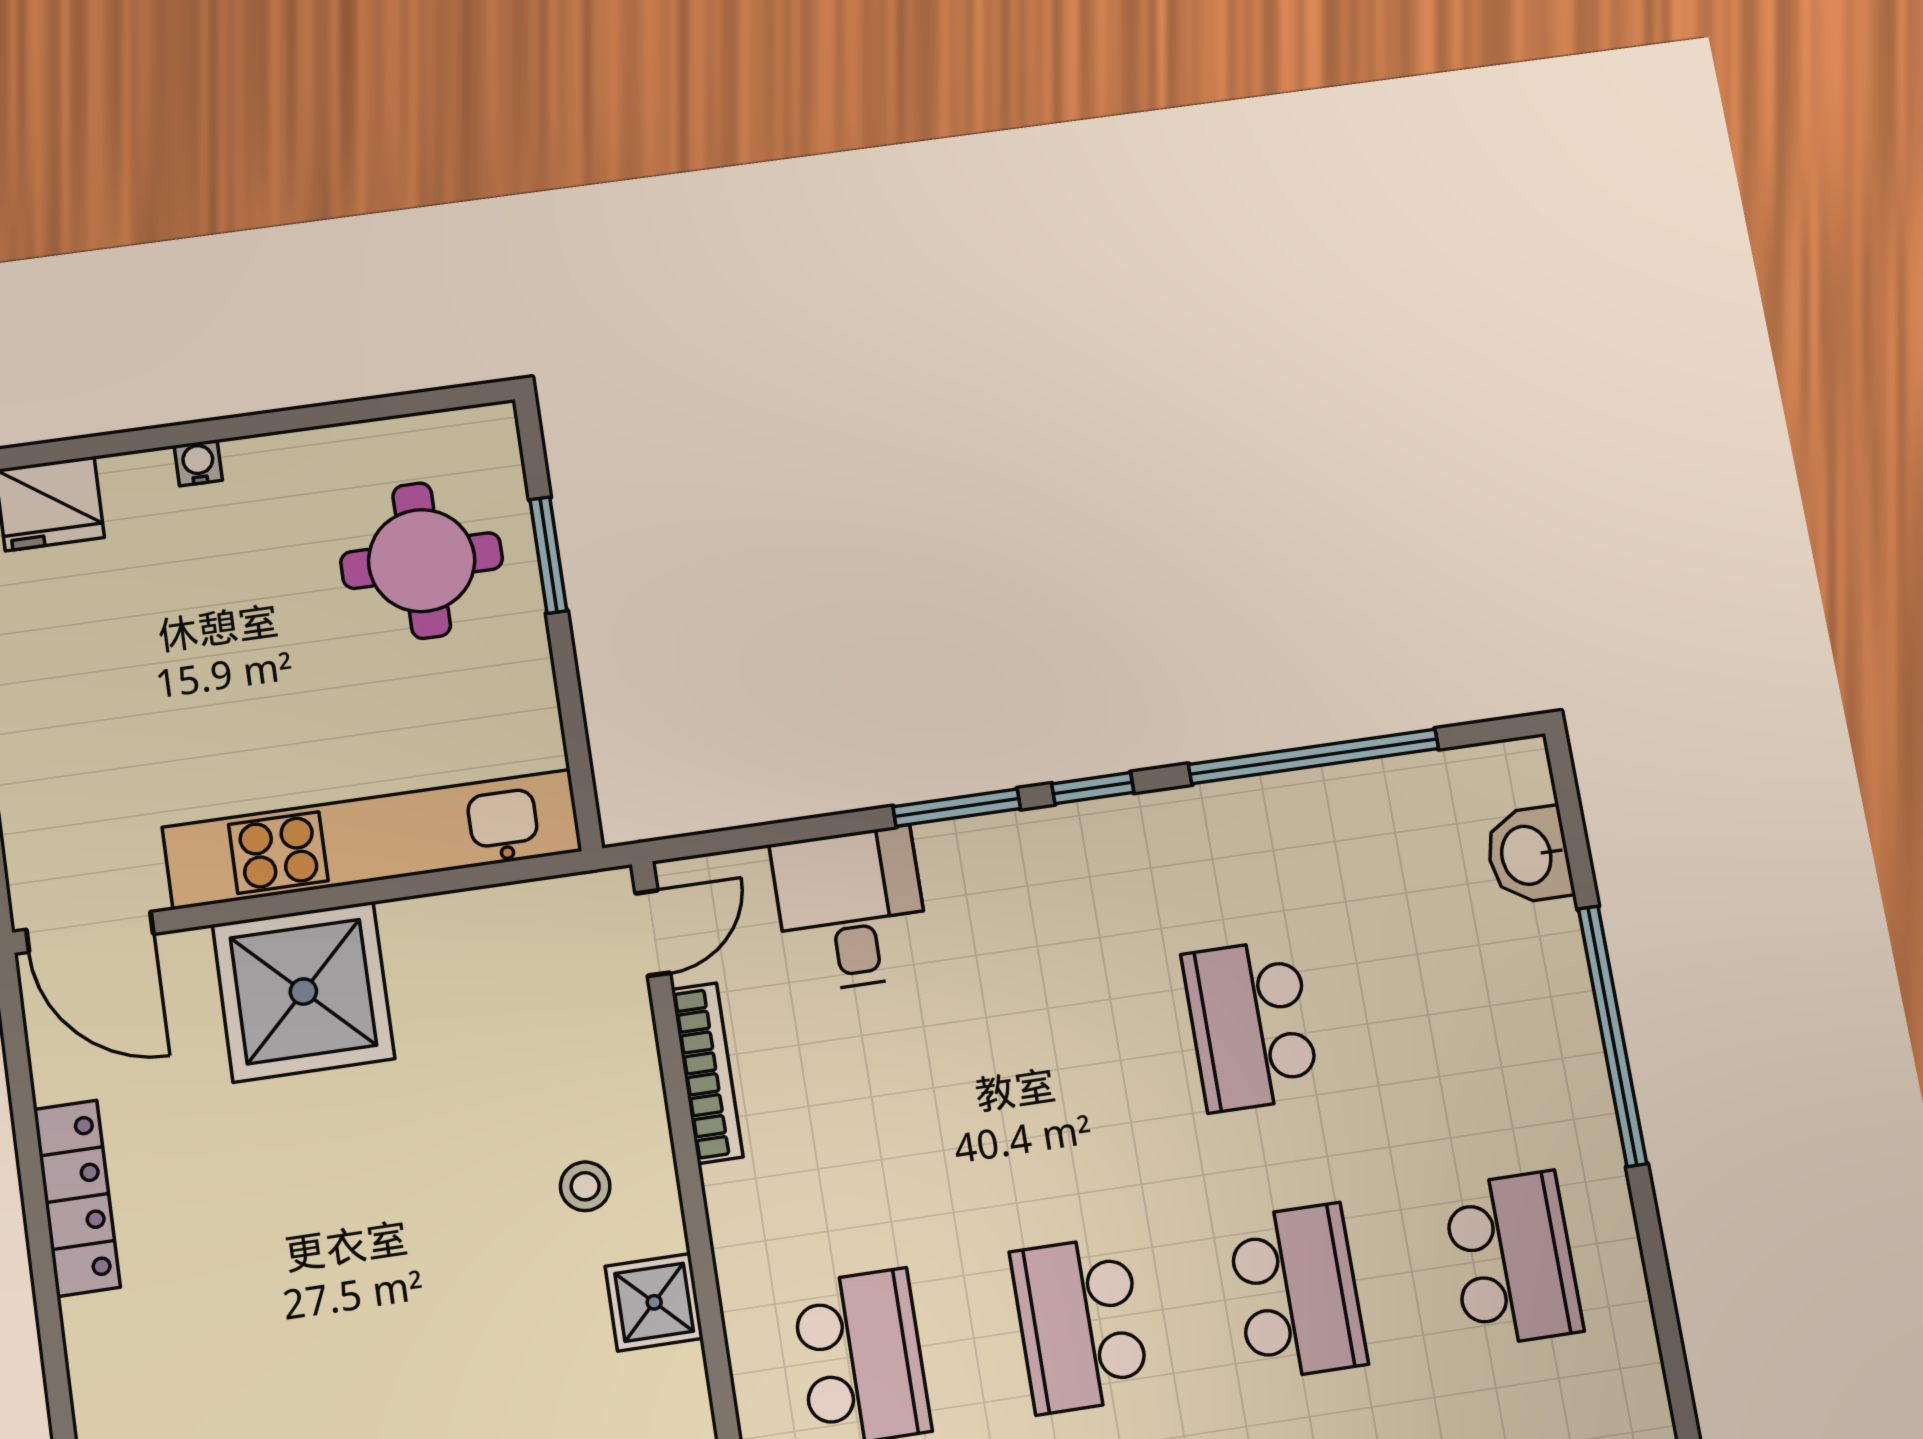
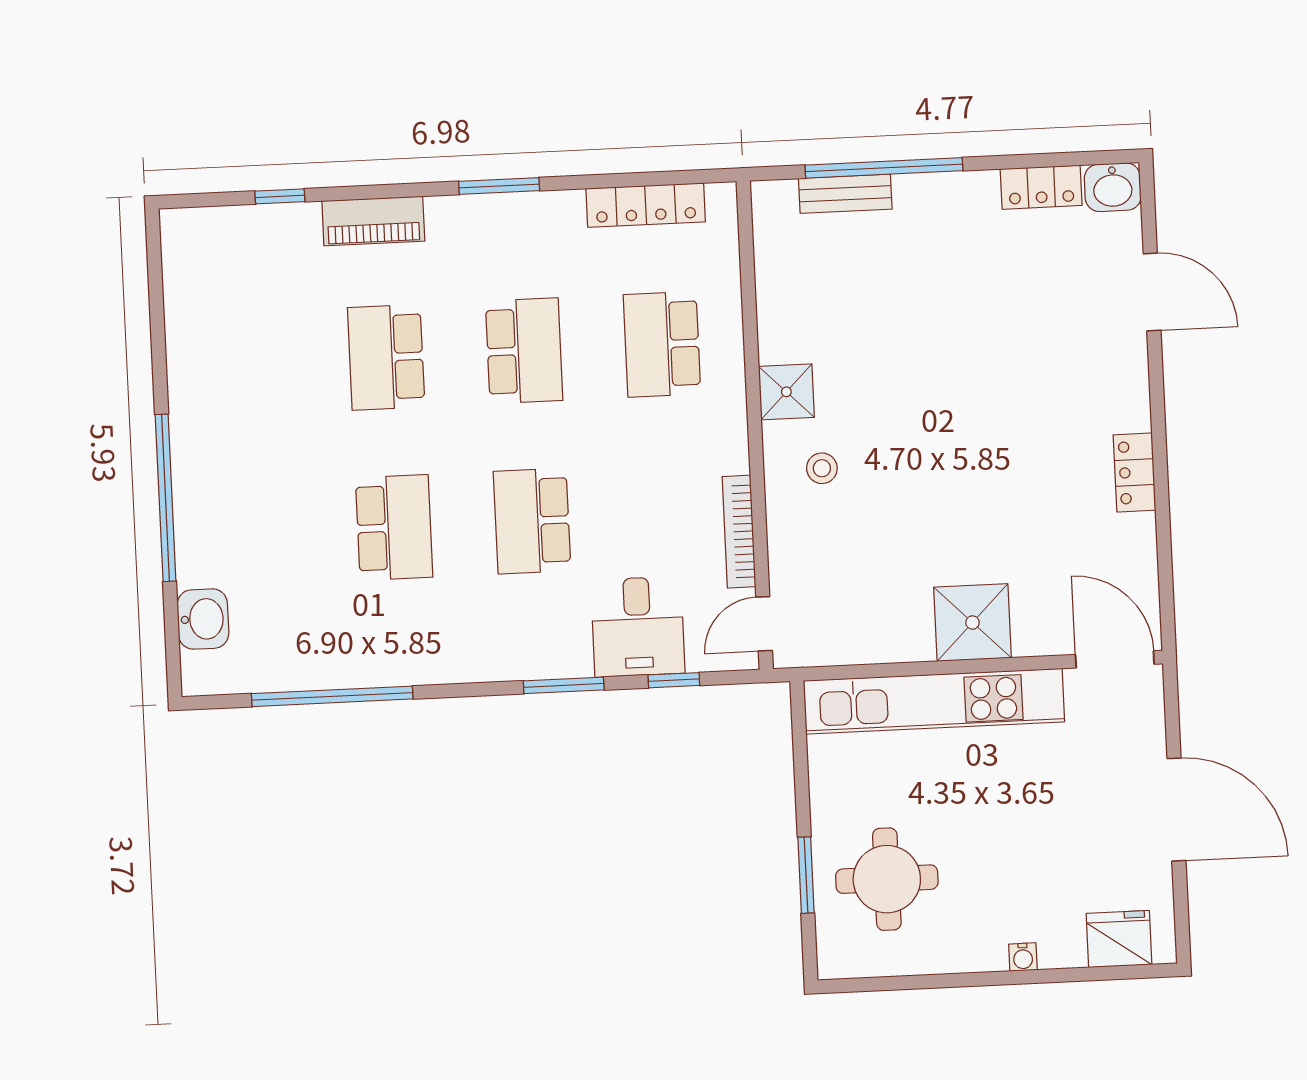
window: (1093, 788) -> (674, 680), moved
shower: (303, 992) -> (972, 623), width x0.73, depth x0.73
locker: (77, 1198) -> (1135, 472), width x0.66
school desk: (1513, 1259) -> (532, 521), moved

